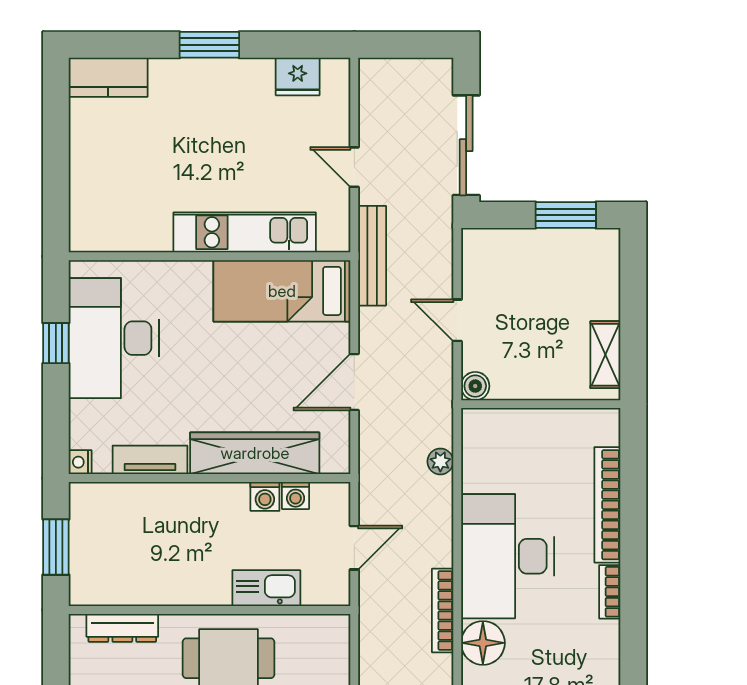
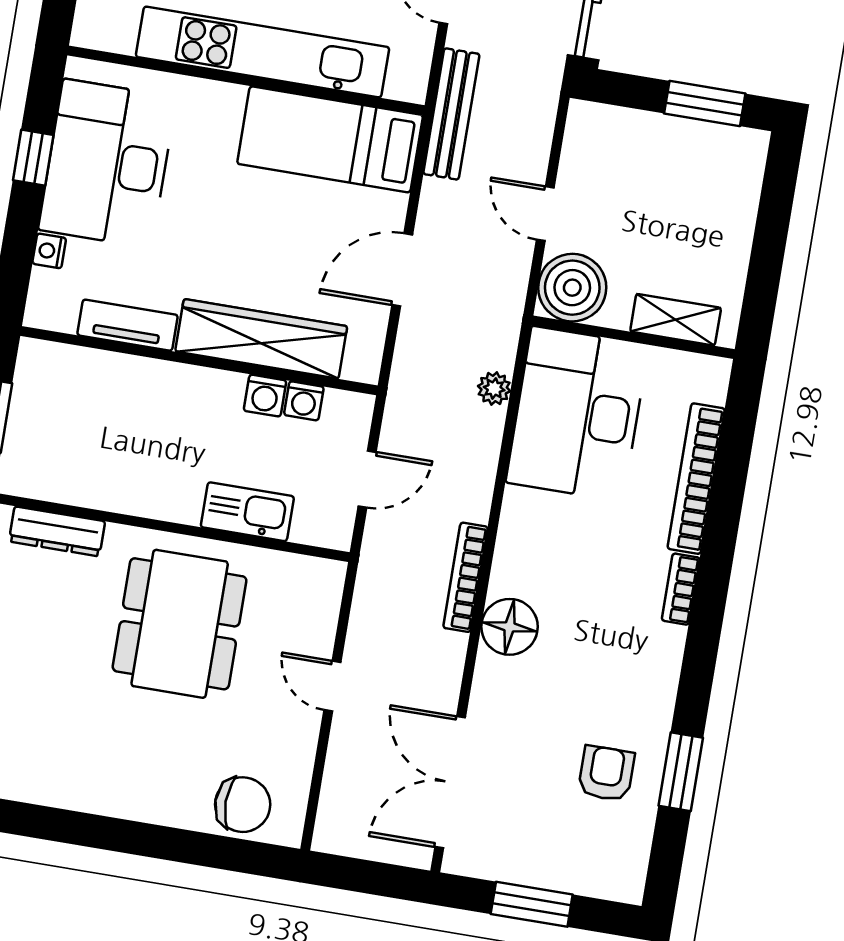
kitchen unit: (245, 232) -> (263, 52), width x1.36
shelving: (605, 355) -> (676, 320), moved, turned 90
boiler: (475, 386) -> (572, 288), width x1.86, depth x1.86
nightstand: (80, 462) -> (49, 251), moved
desk: (508, 556) -> (577, 414), moved

